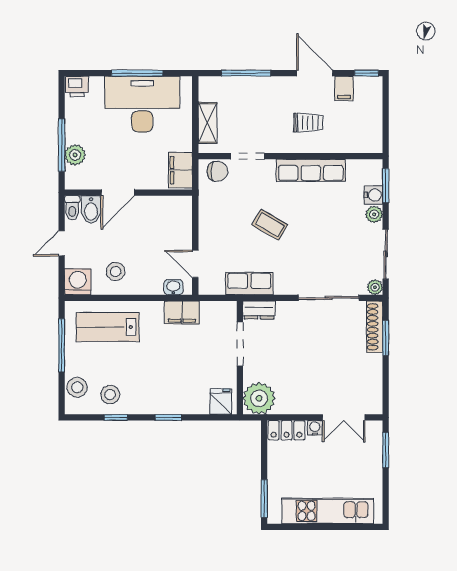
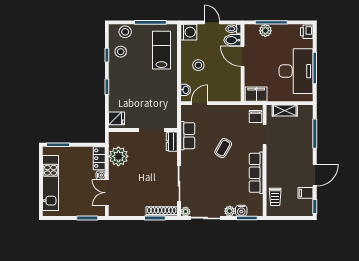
trolley: (308, 123) -> (275, 197), moved
stool: (116, 271) -> (198, 65), moved
filing cabinet: (182, 312) -> (170, 95), removed
plant: (259, 398) -> (118, 156), moved

